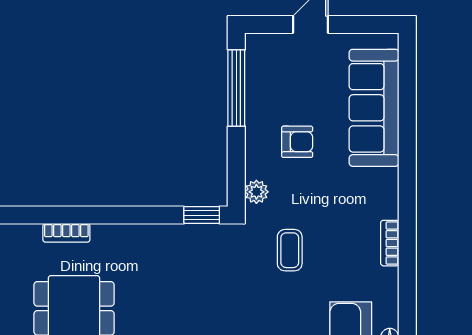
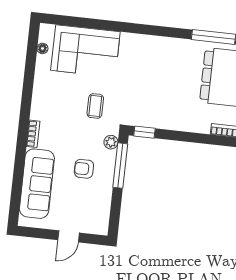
window: (236, 88) -> (120, 166), moved
bookcase: (390, 243) -> (33, 134), moved

